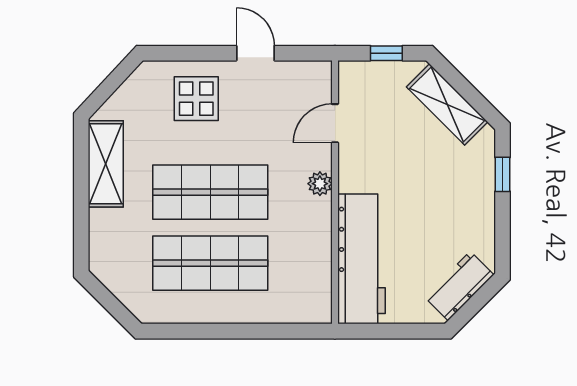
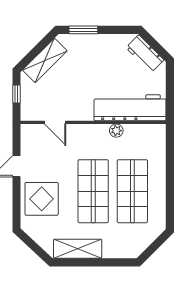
display table: (196, 99) -> (42, 199), width x1.36, depth x1.36
window: (503, 174) -> (83, 30), width x1.50
plant: (320, 184) -> (116, 131), moved

